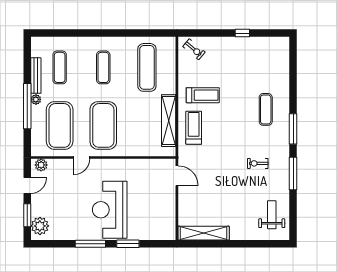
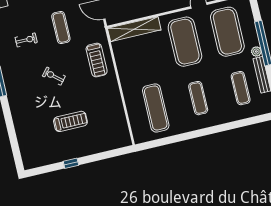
exercise bike: (194, 49) -> (54, 76), moved
treadmill: (203, 95) -> (70, 121), moved, turned 180
exercise mat: (266, 109) -> (61, 28), moved
shelving: (169, 121) -> (134, 29), moved, turned 90

